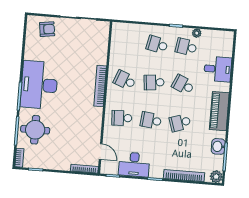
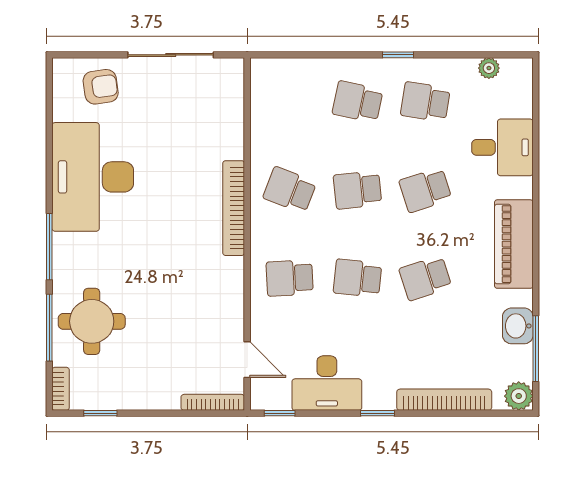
plant: (197, 33) -> (489, 68), moved
desk: (39, 85) -> (93, 177), moved
school desk: (183, 85) -> (425, 190), turned -42

